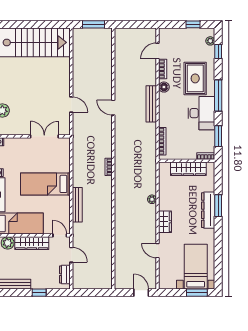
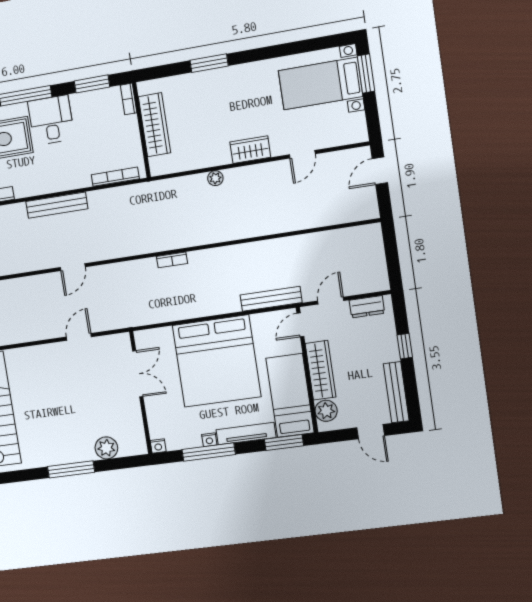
floor lamp: (164, 87) -> (26, 189), removed
desk: (201, 113) -> (51, 120), width x0.73
double door: (44, 136) -> (138, 374), swing flipped
bed: (45, 184) -> (217, 361), width x2.04
bench: (77, 205) -> (271, 299), moved
dresser: (208, 210) -> (220, 79), removed

